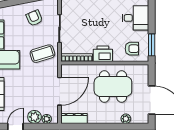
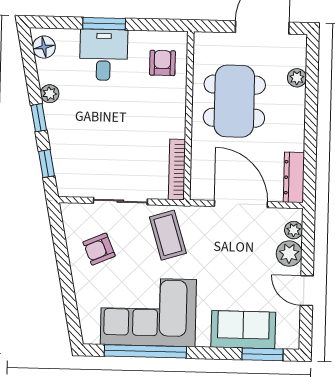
window: (152, 45) -> (104, 24), moved
printer: (103, 54) -> (171, 119), removed

